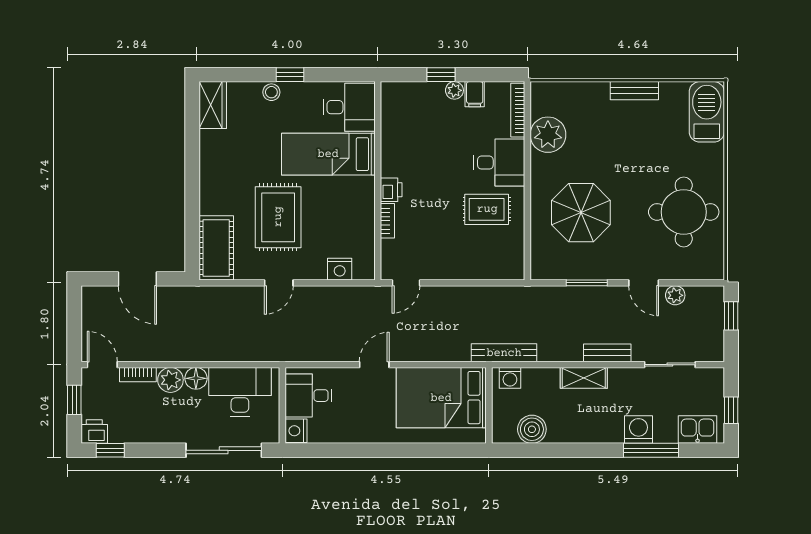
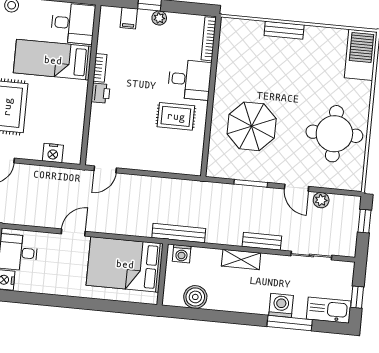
bench: (634, 91) -> (284, 30), moved
filing cabinet: (475, 94) -> (129, 18), moved
plant: (548, 135) -> (231, 61), removed
bookcase: (387, 221) -> (100, 68), moved
kitchen sink: (698, 430) -> (329, 310), width x1.38

